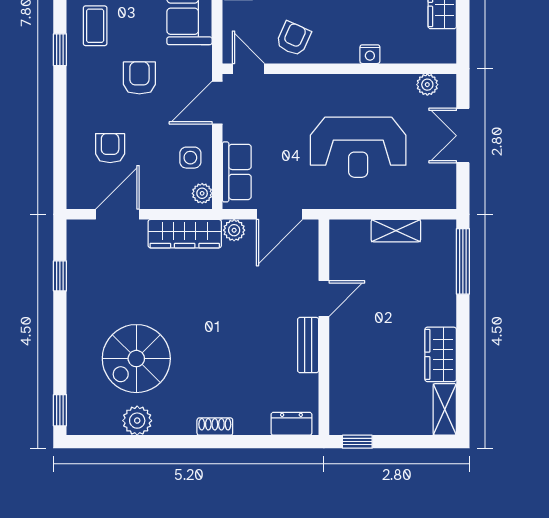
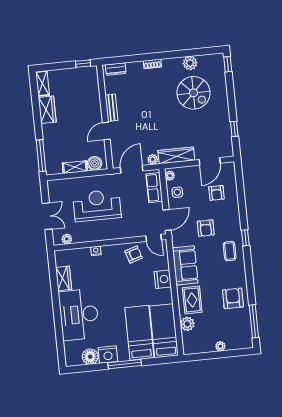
armchair: (293, 39) -> (134, 255), turned -132
boiler: (354, 234) -> (95, 163), added
spiral stairs: (136, 359) -> (194, 93), turned 90

